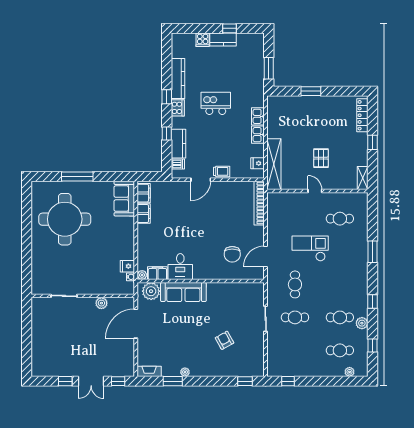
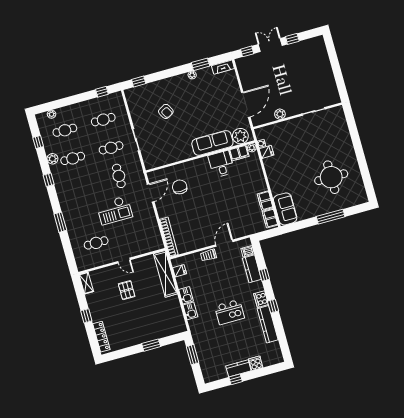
round table: (65, 219) -> (331, 177), width x0.73, depth x0.73
cafe table: (295, 350) -> (103, 120), added

